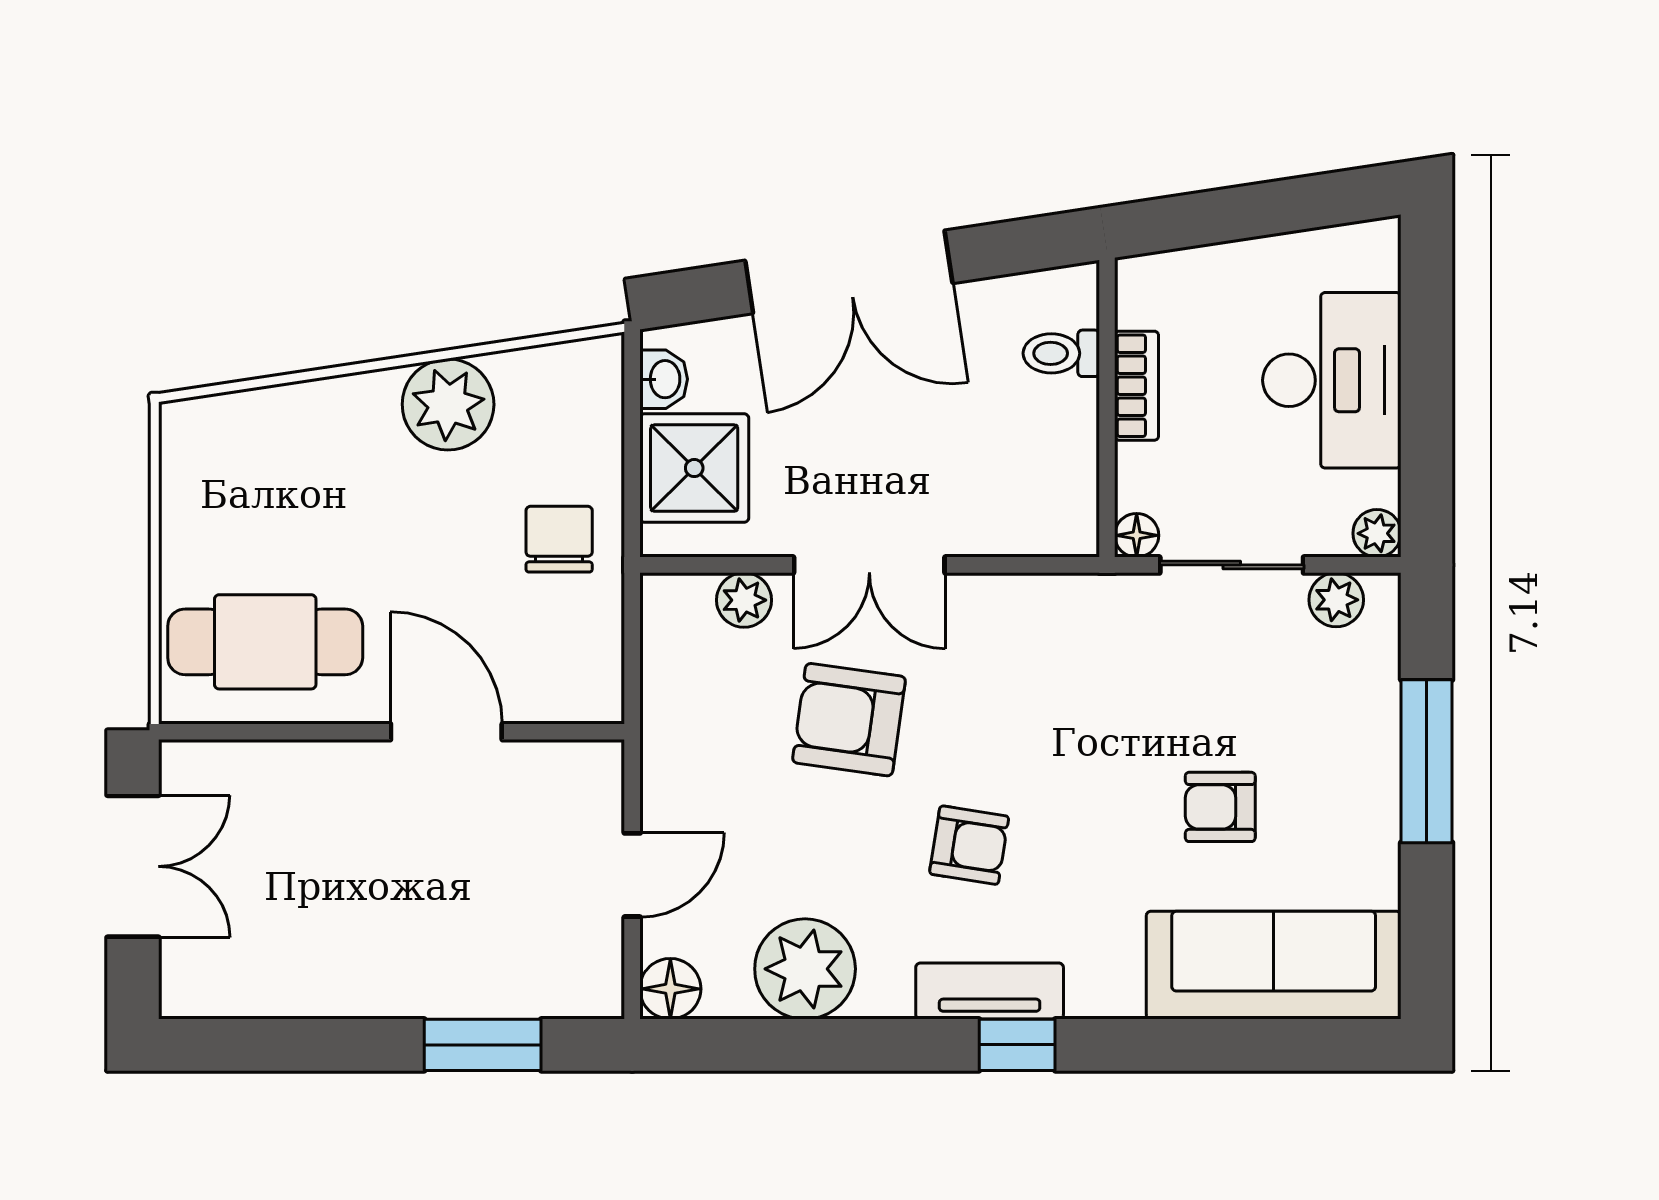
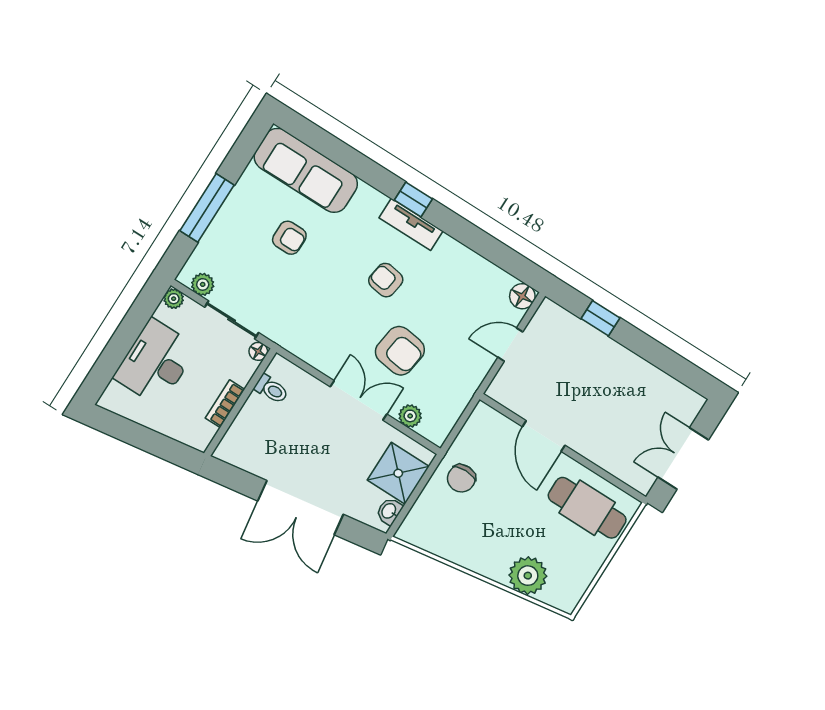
double door: (849, 272) -> (301, 508), swing flipped
toilet: (1061, 353) -> (271, 389), moved
plant: (448, 405) -> (528, 576), moved
plant: (805, 969) -> (471, 273), removed
window: (483, 1045) -> (601, 318), width x0.67

